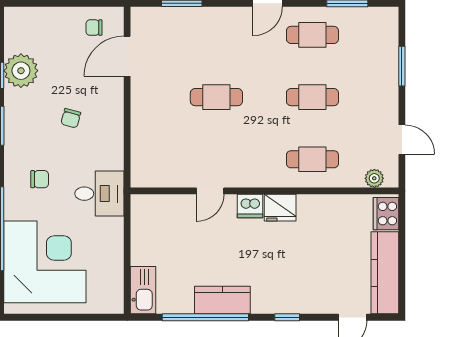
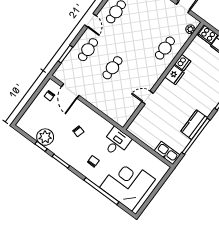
cafe table: (312, 97) -> (88, 50), moved
door: (210, 191) -> (148, 98), swing flipped
dishwasher: (250, 206) -> (183, 63), moved

